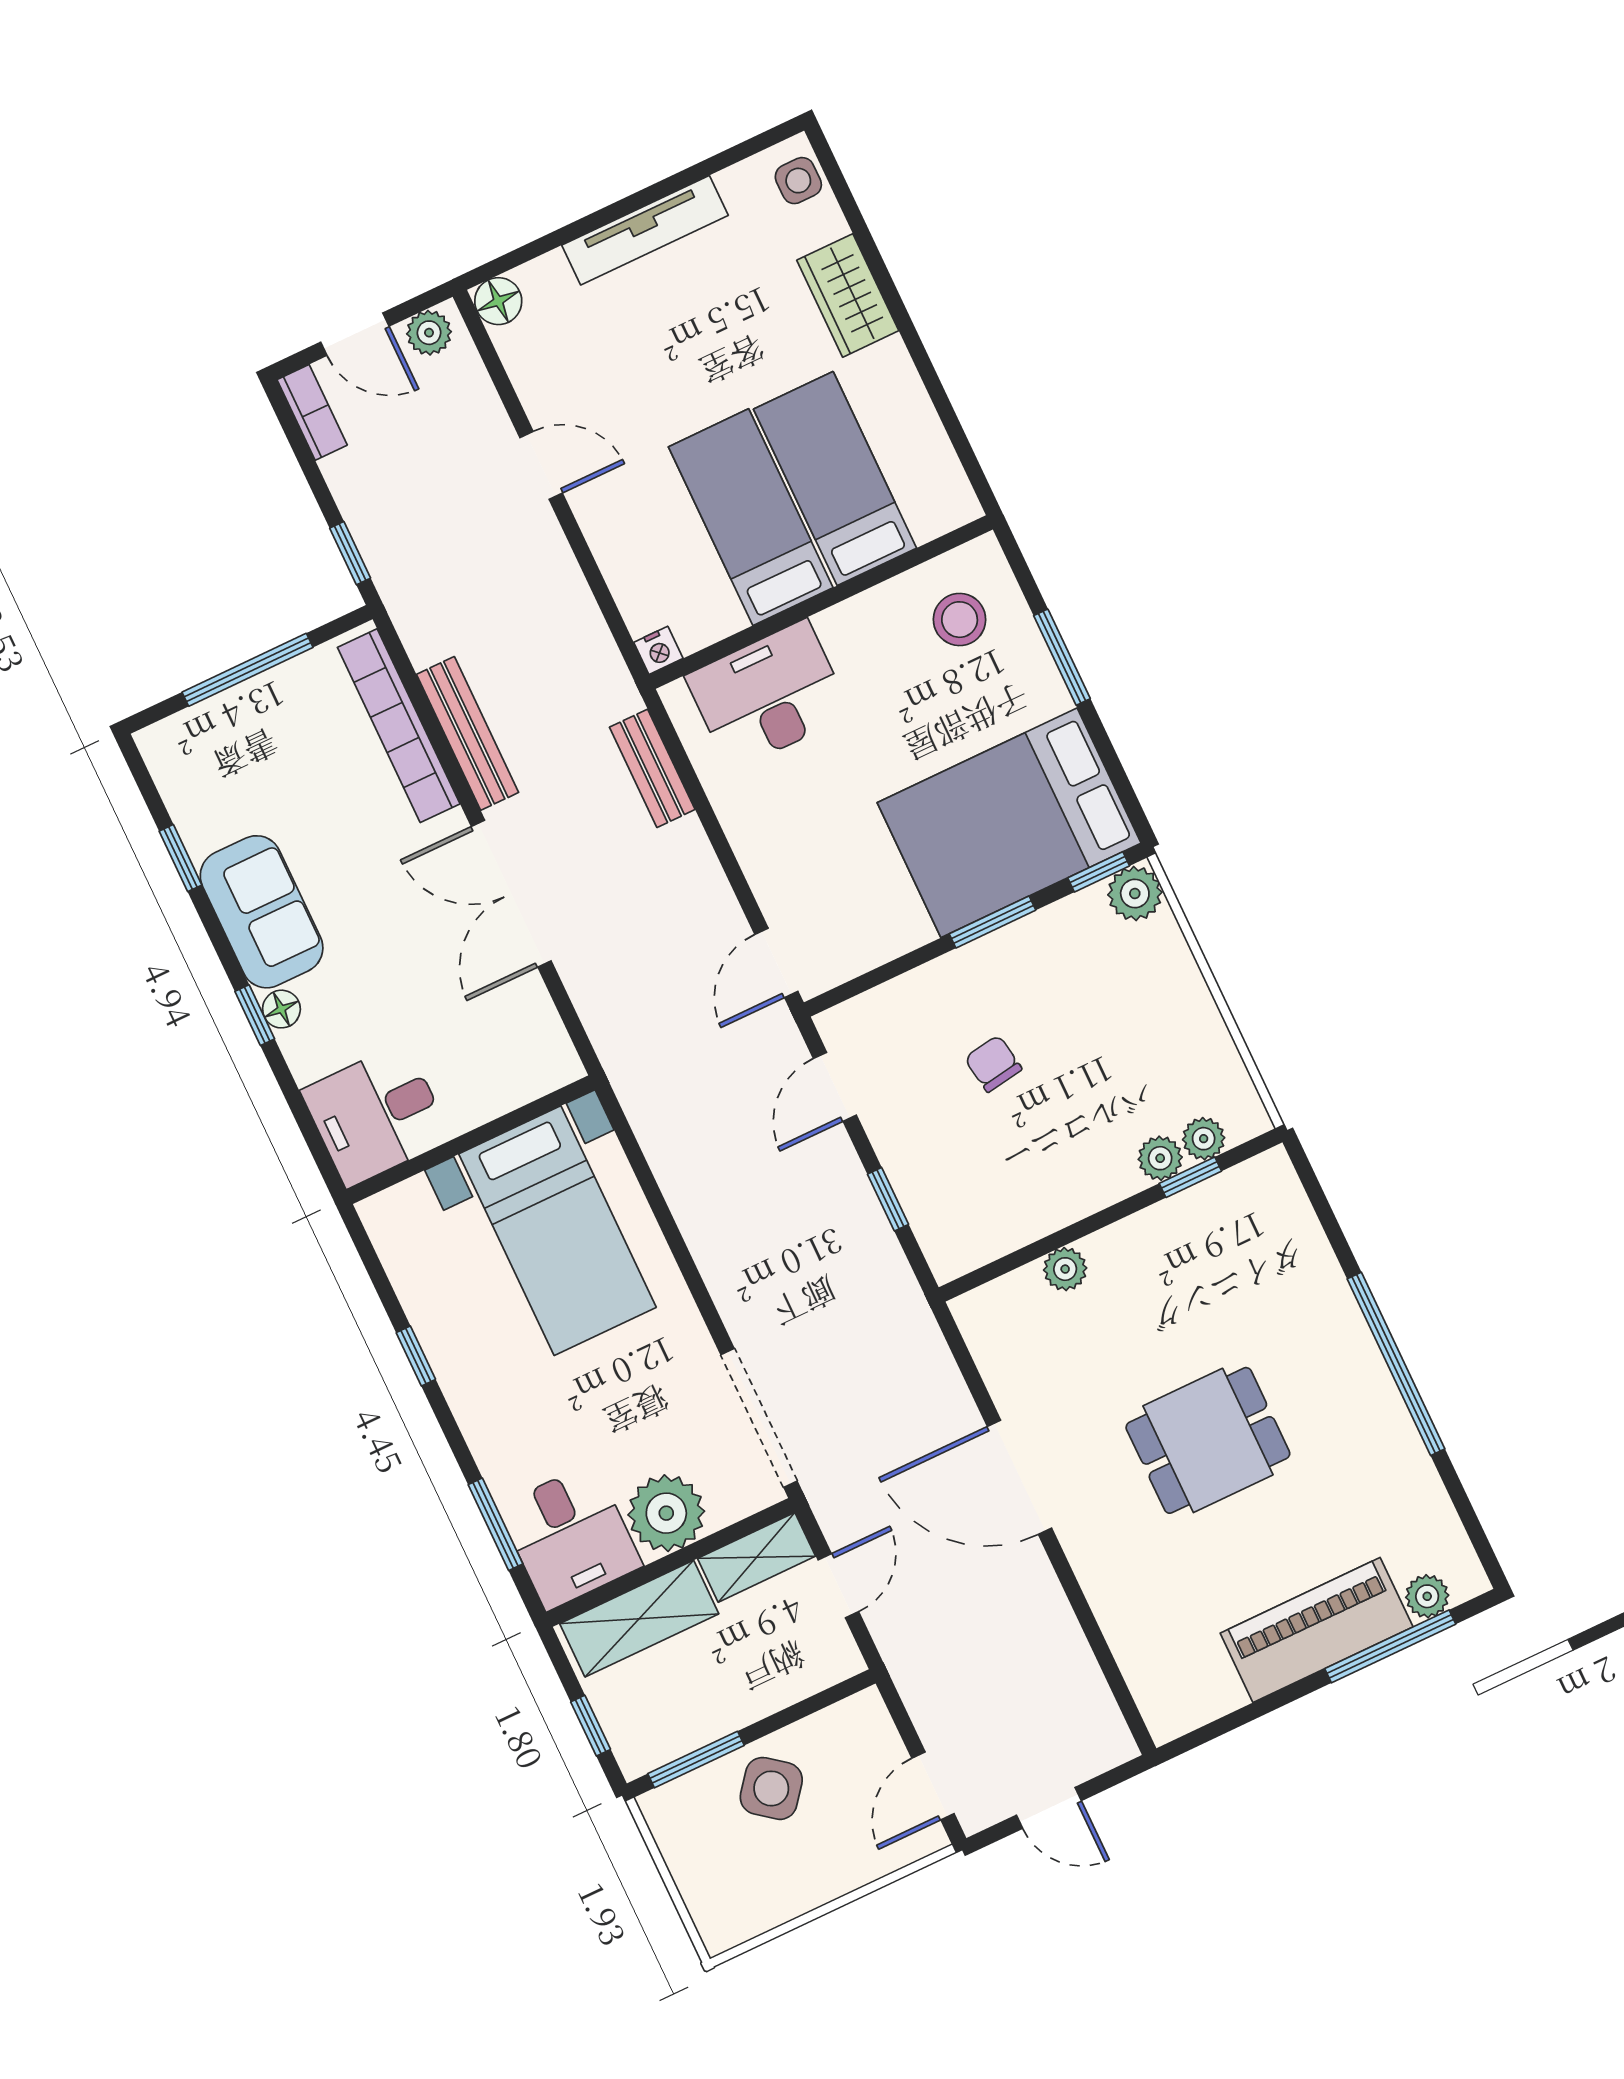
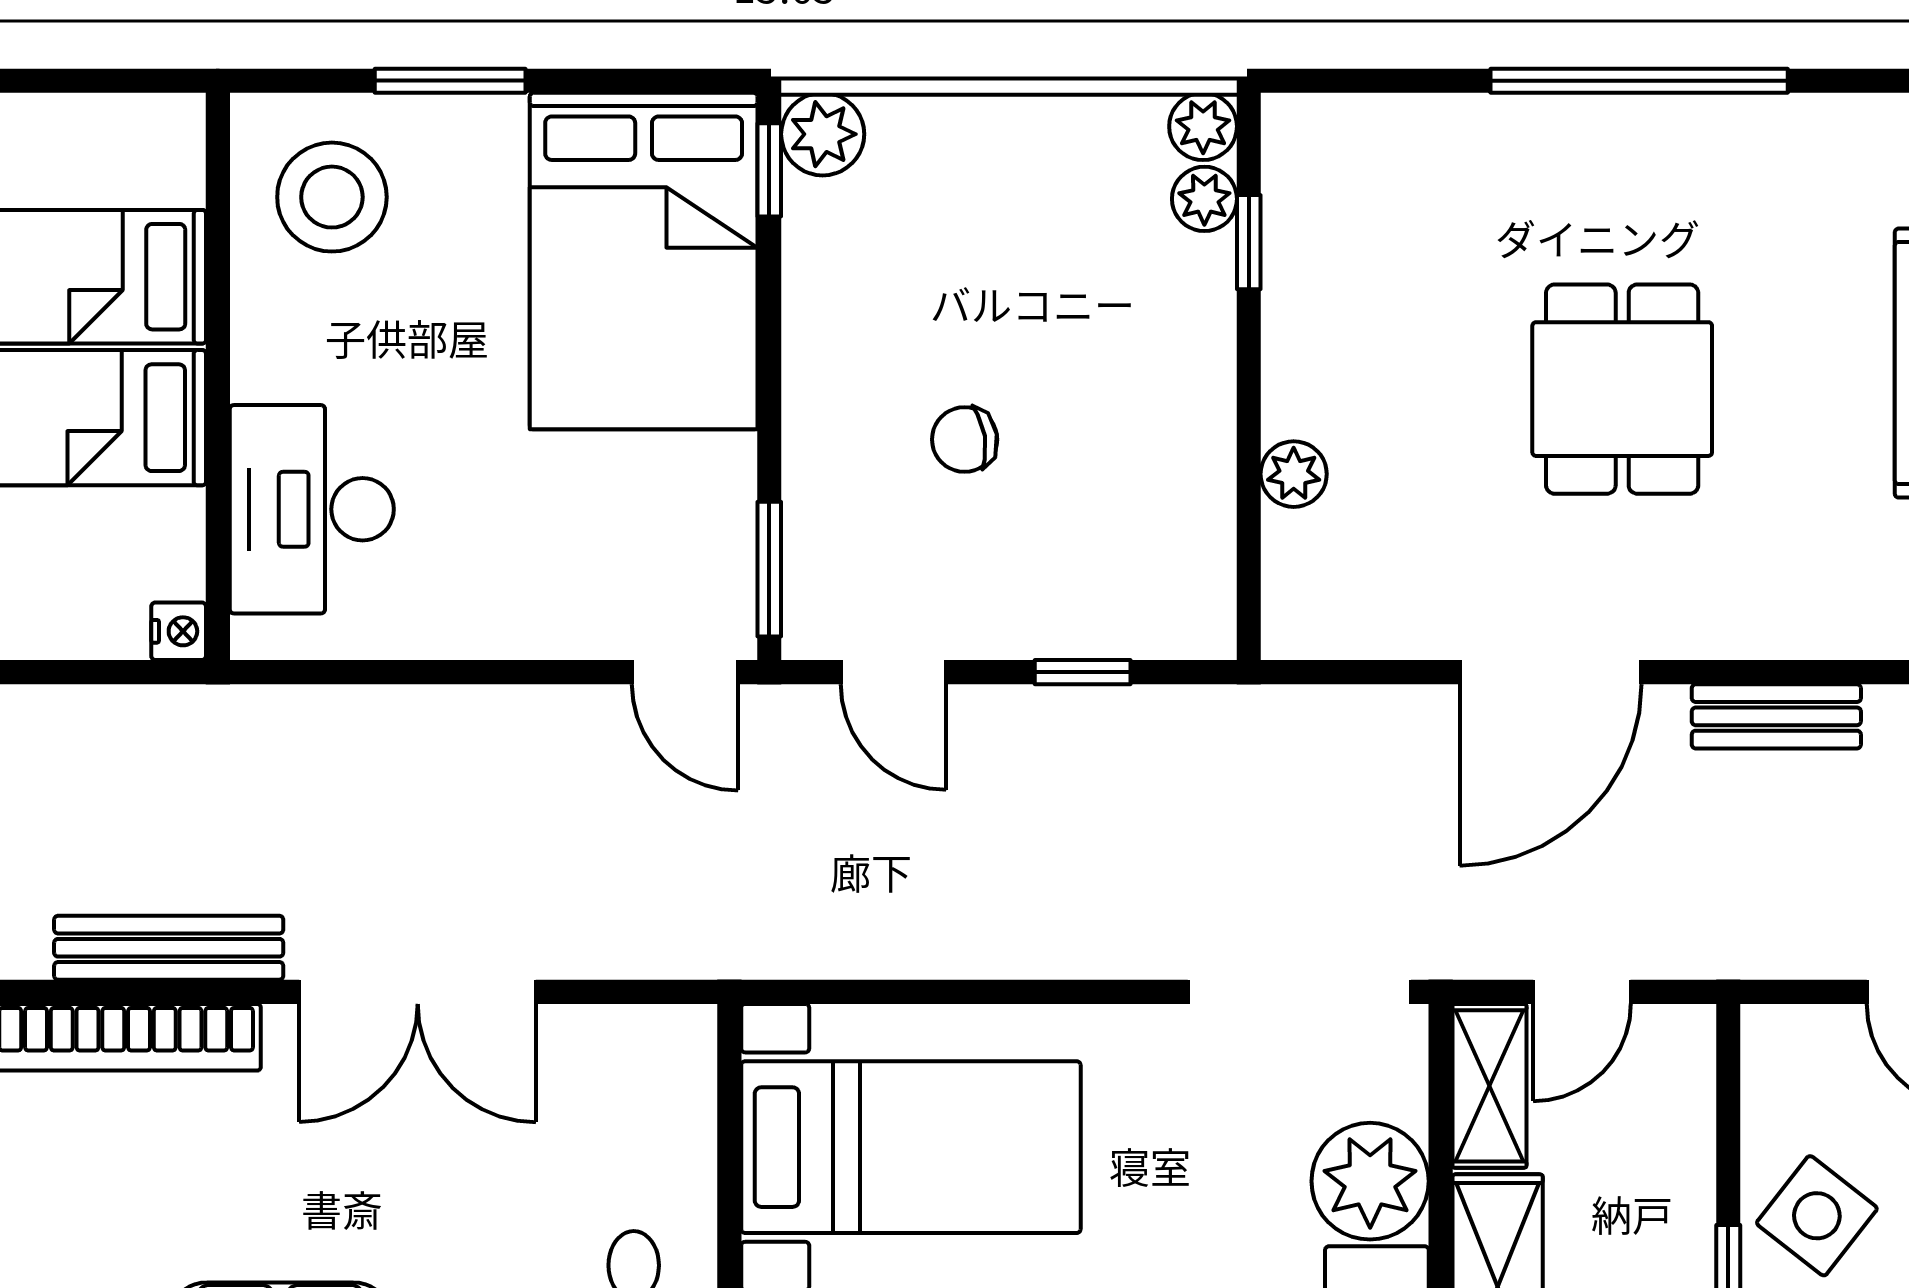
stool: (960, 620) -> (332, 197), width x1.38, depth x1.38
bench: (652, 768) -> (1776, 716), moved
window: (993, 922) -> (769, 569), moved
plant: (1160, 1158) -> (1203, 126), moved
door: (838, 1586) -> (1582, 992), swing flipped

